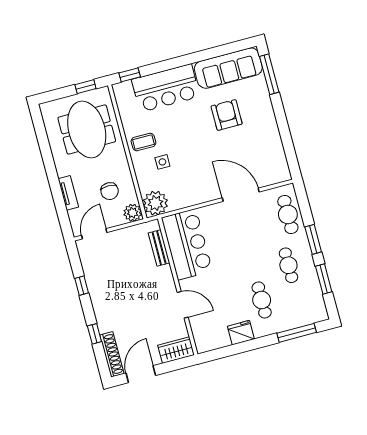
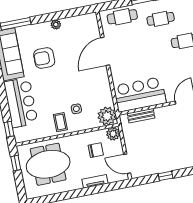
plant: (272, 127) -> (56, 25), added

